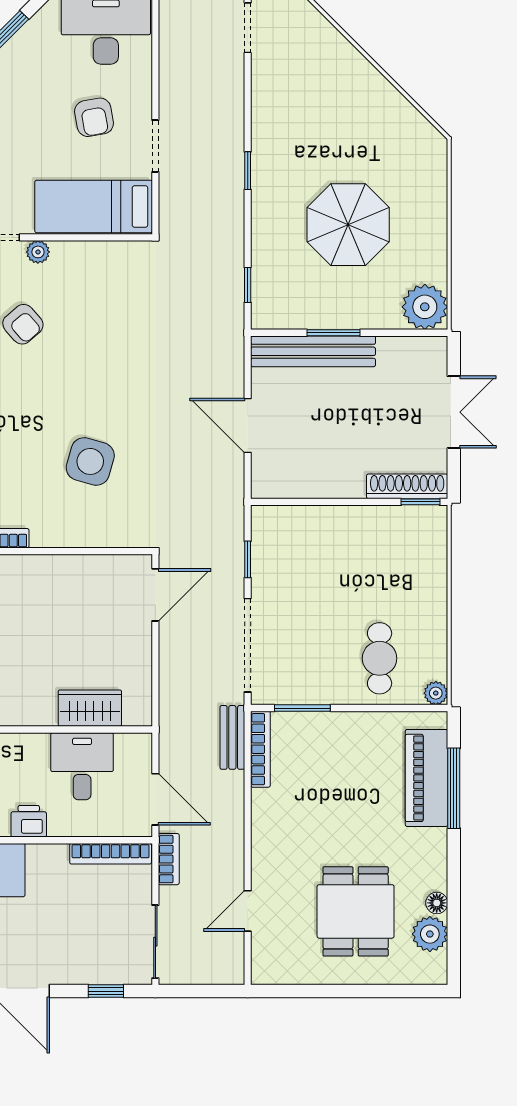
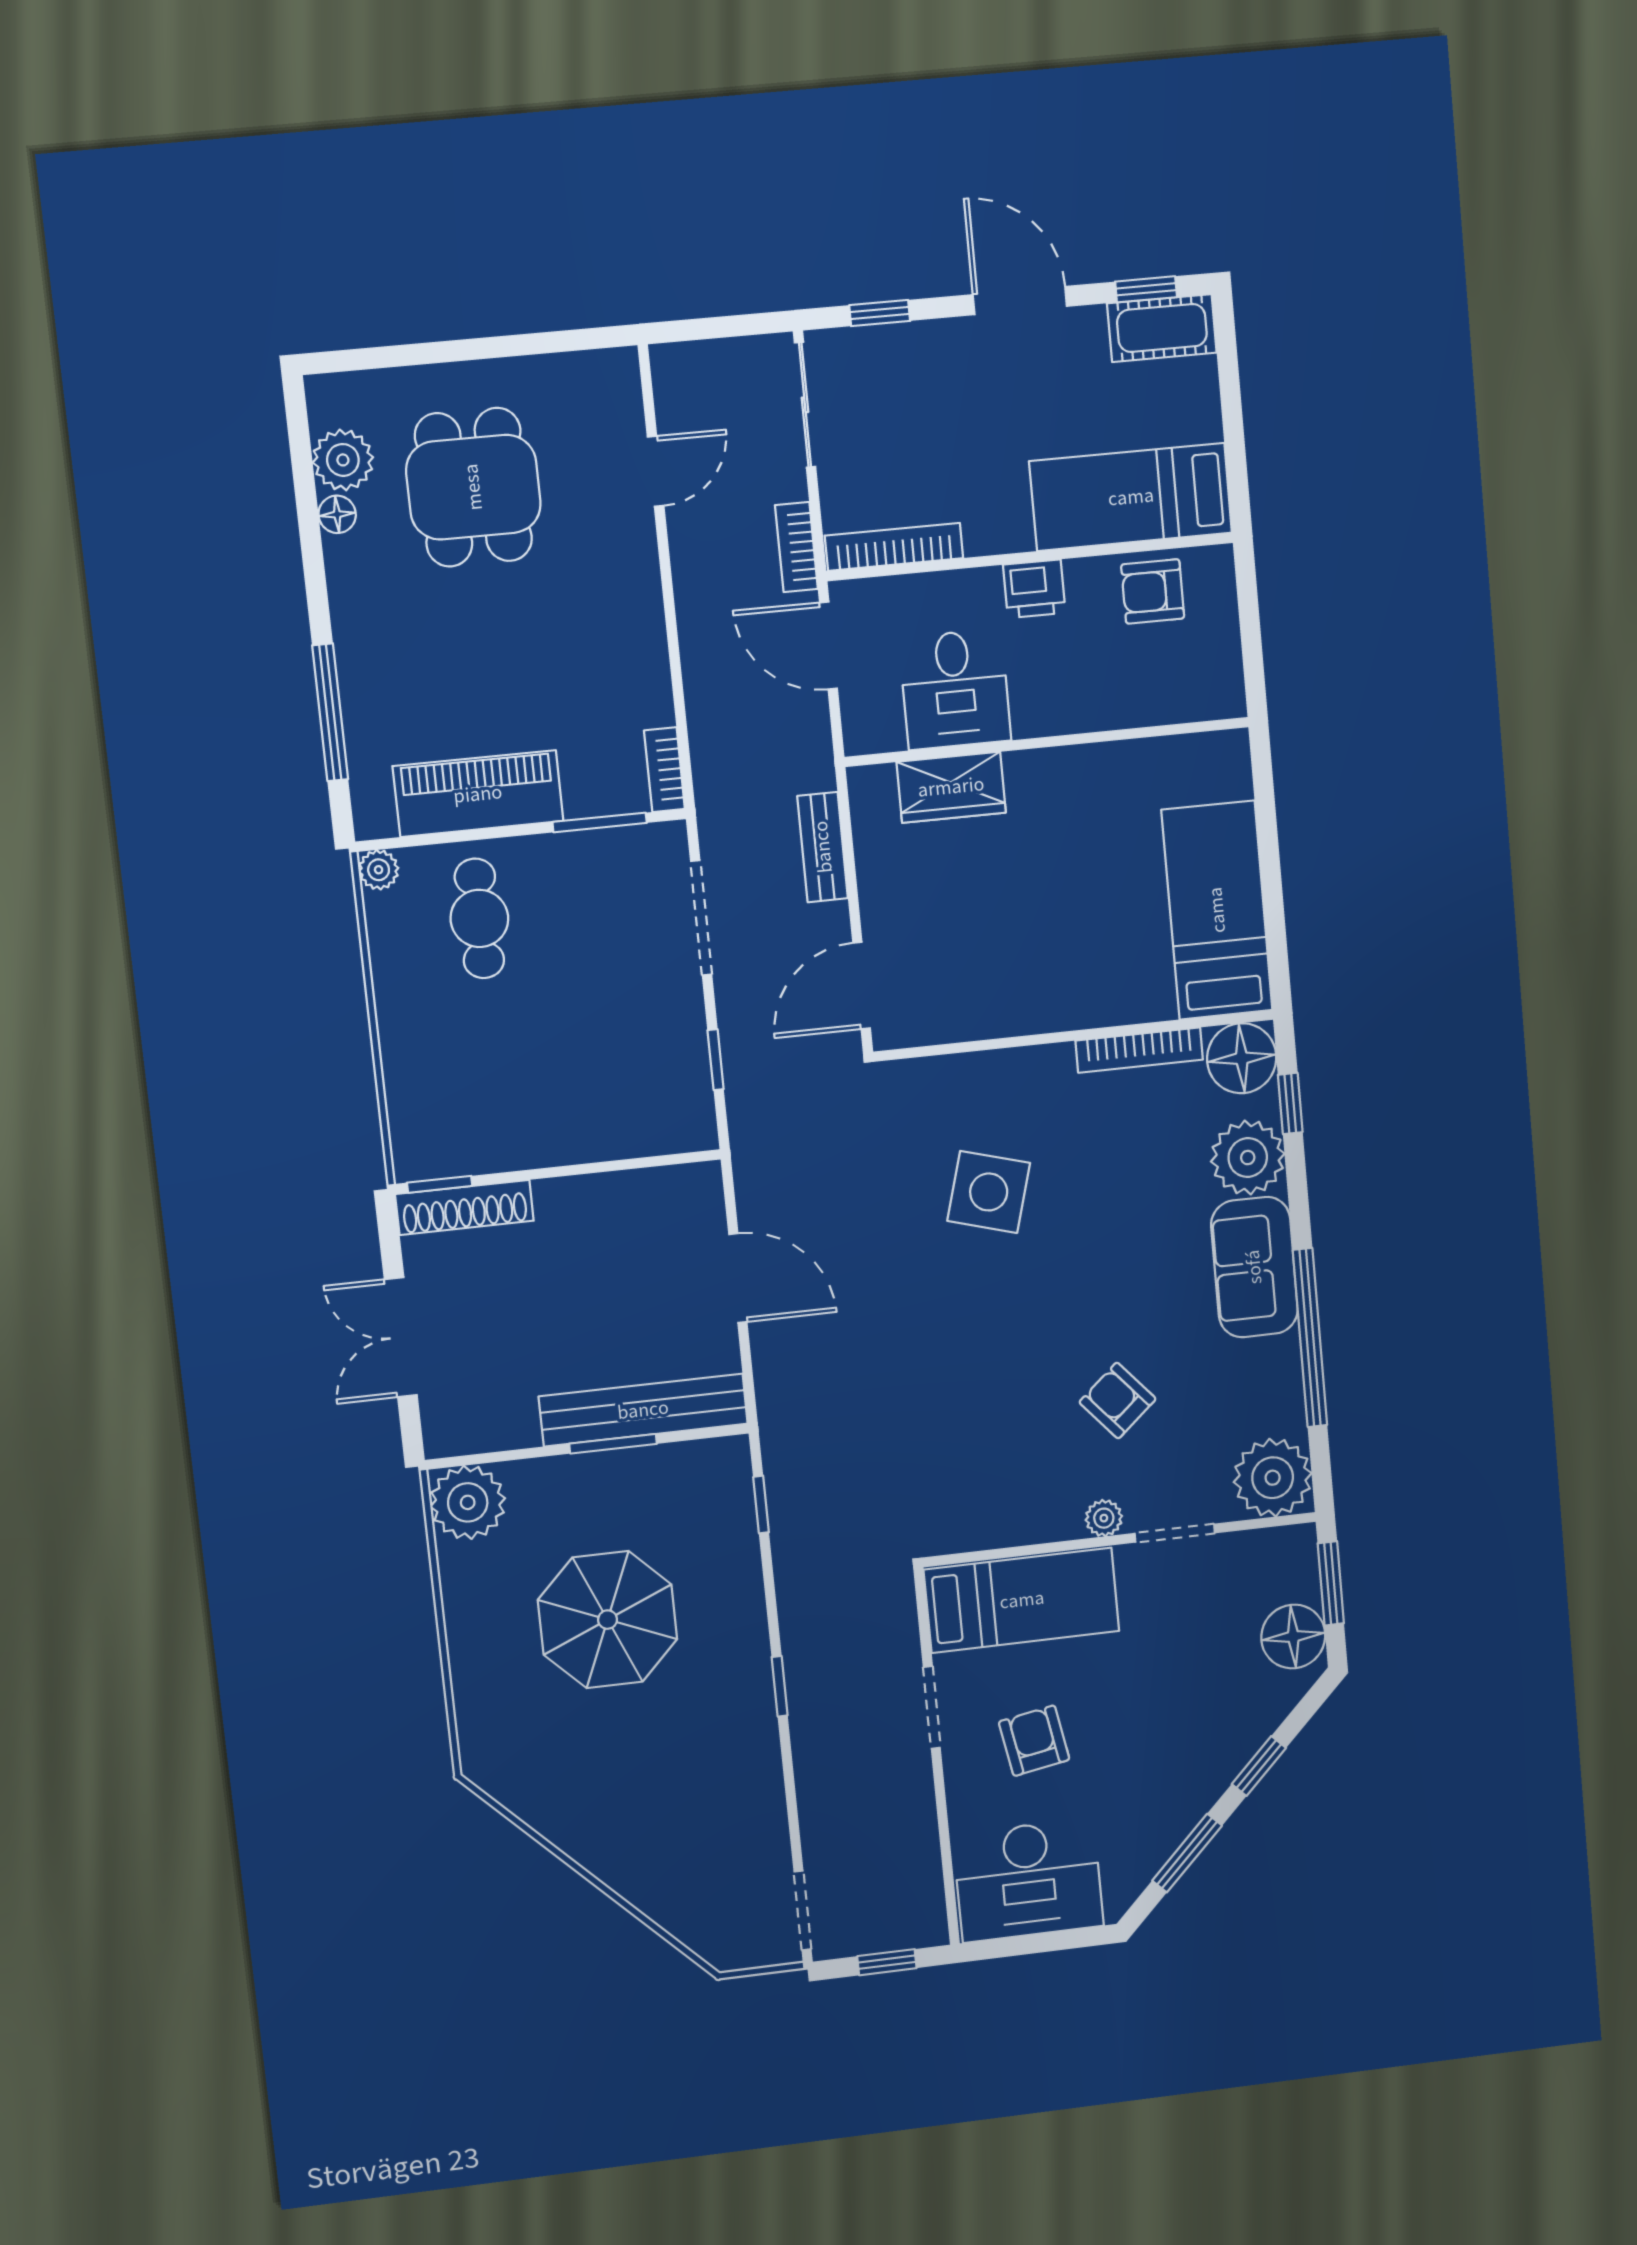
doorway: (248, 645) -> (701, 918), width x0.73
bench: (232, 737) -> (823, 847), moved
bookcase: (260, 749) -> (664, 770), width x0.64
piano: (426, 778) -> (478, 794), moved, turned -90

